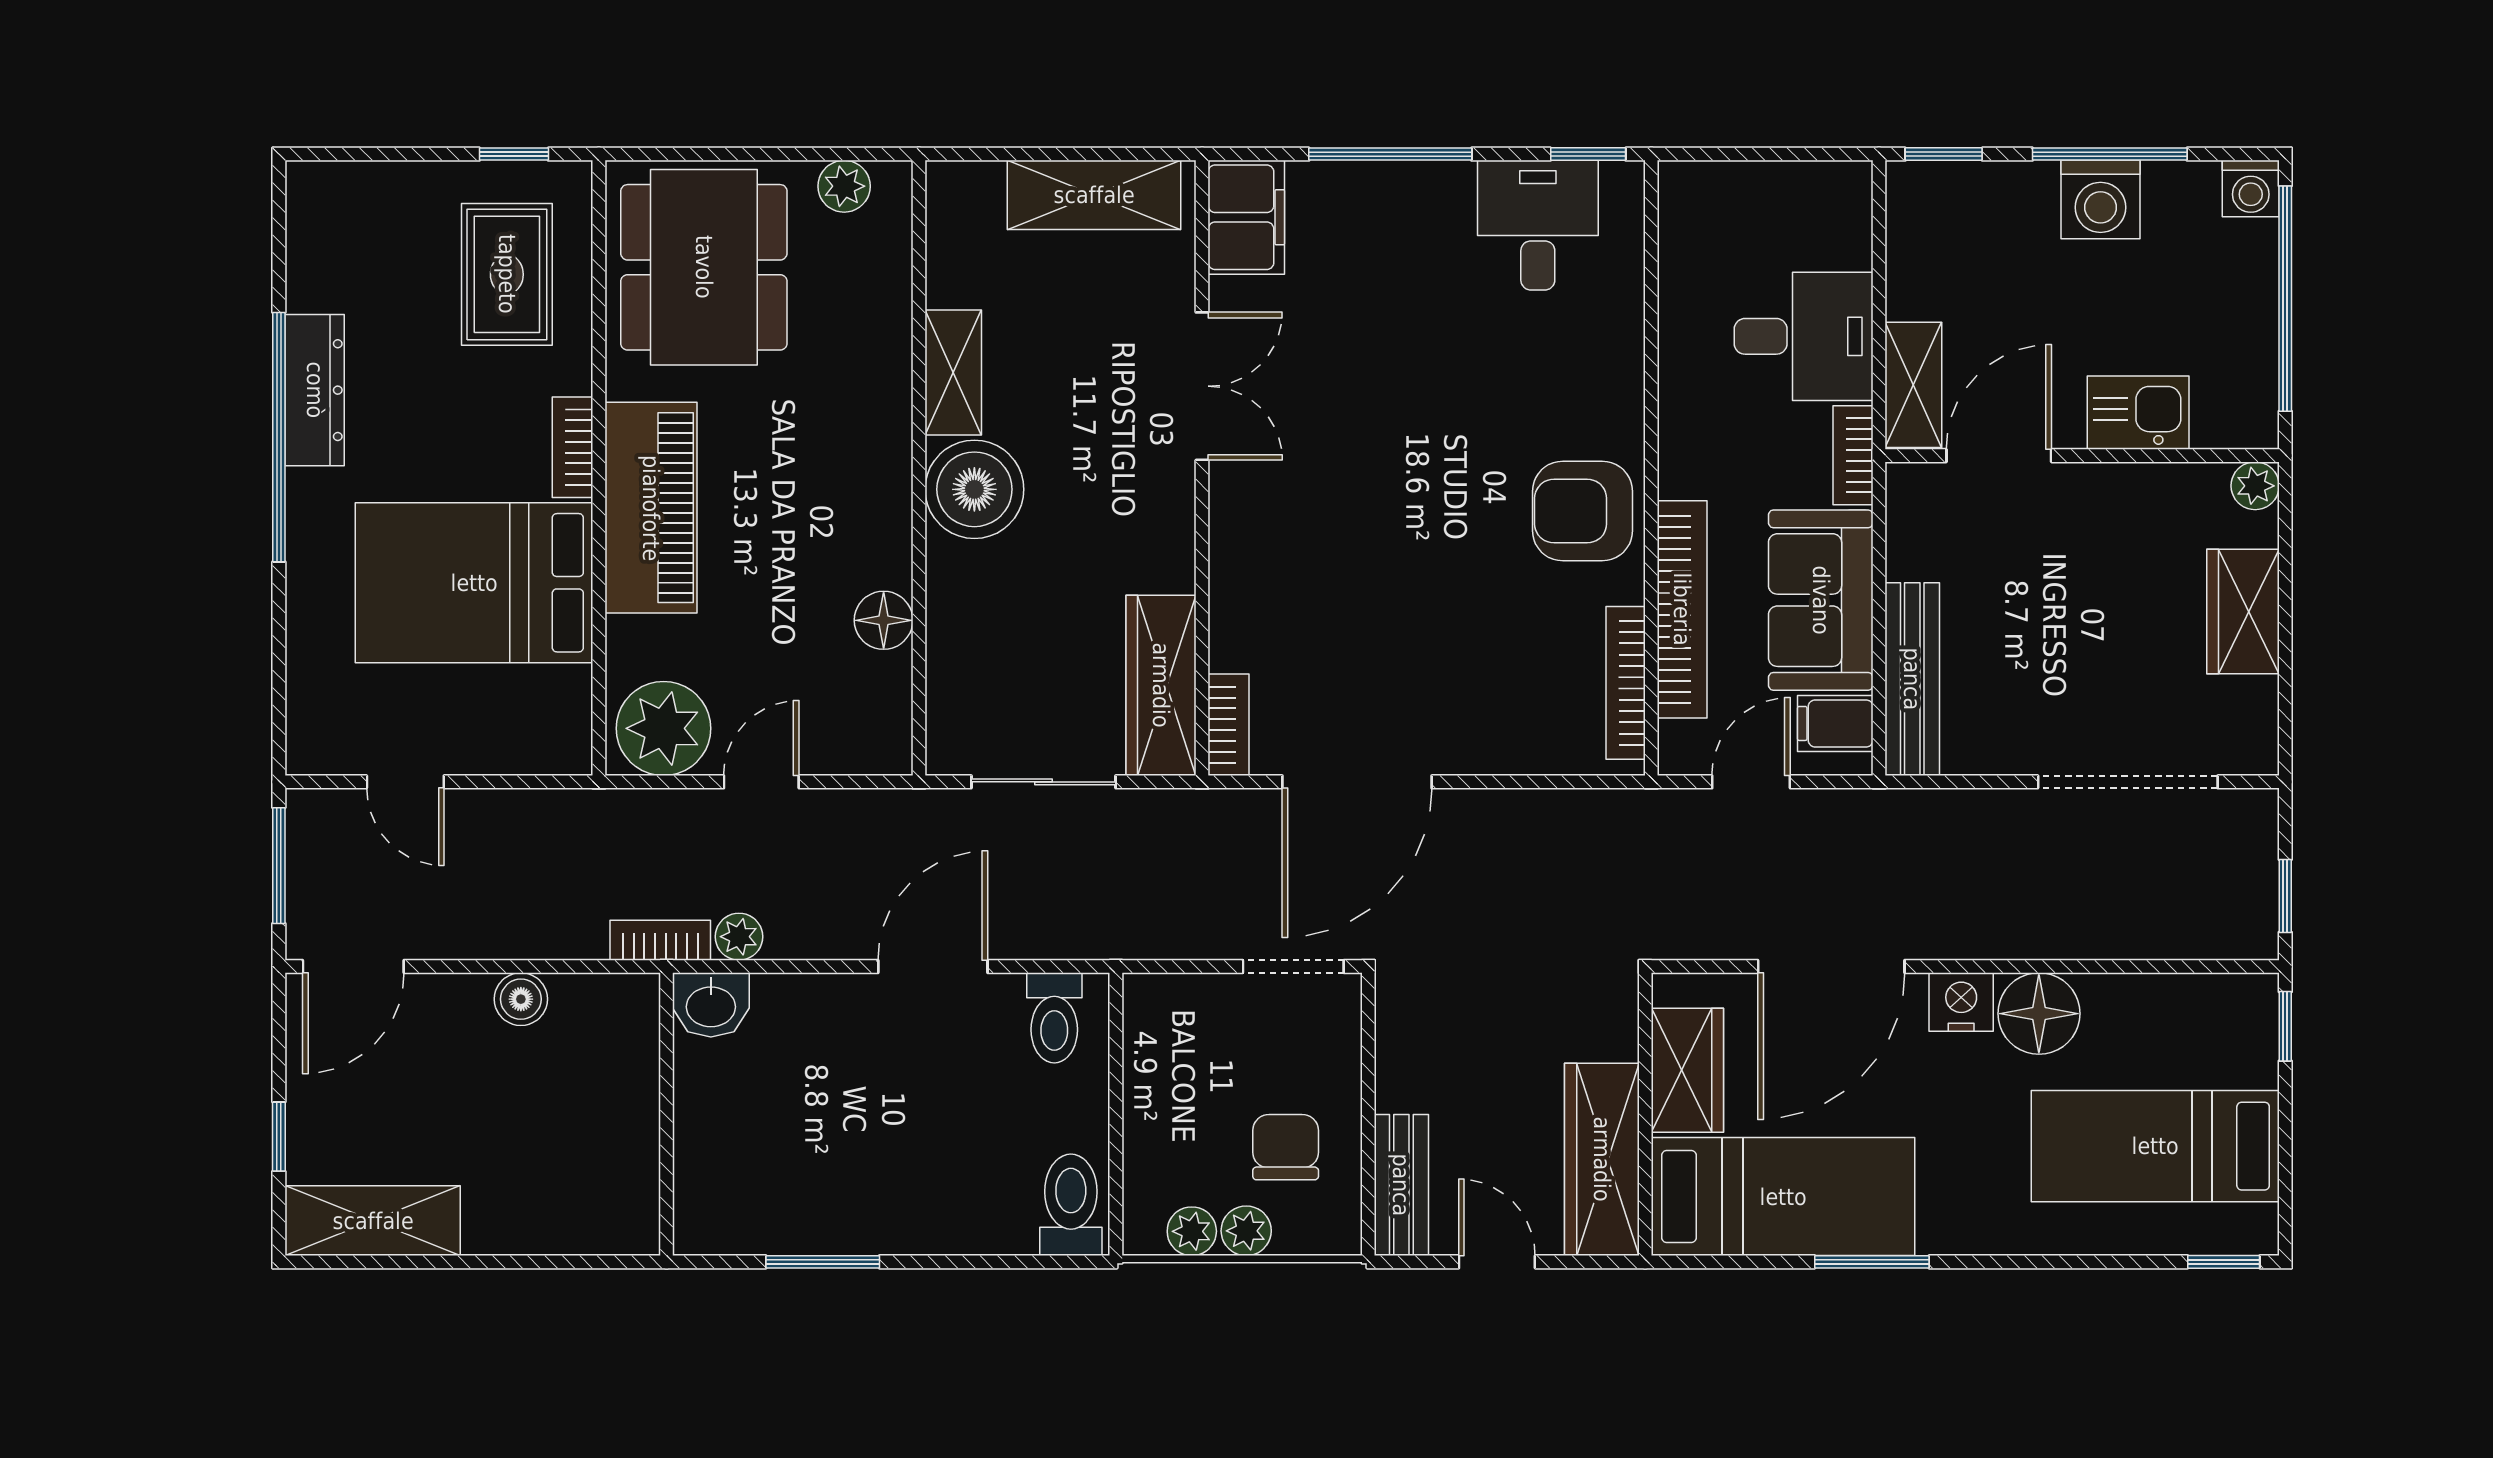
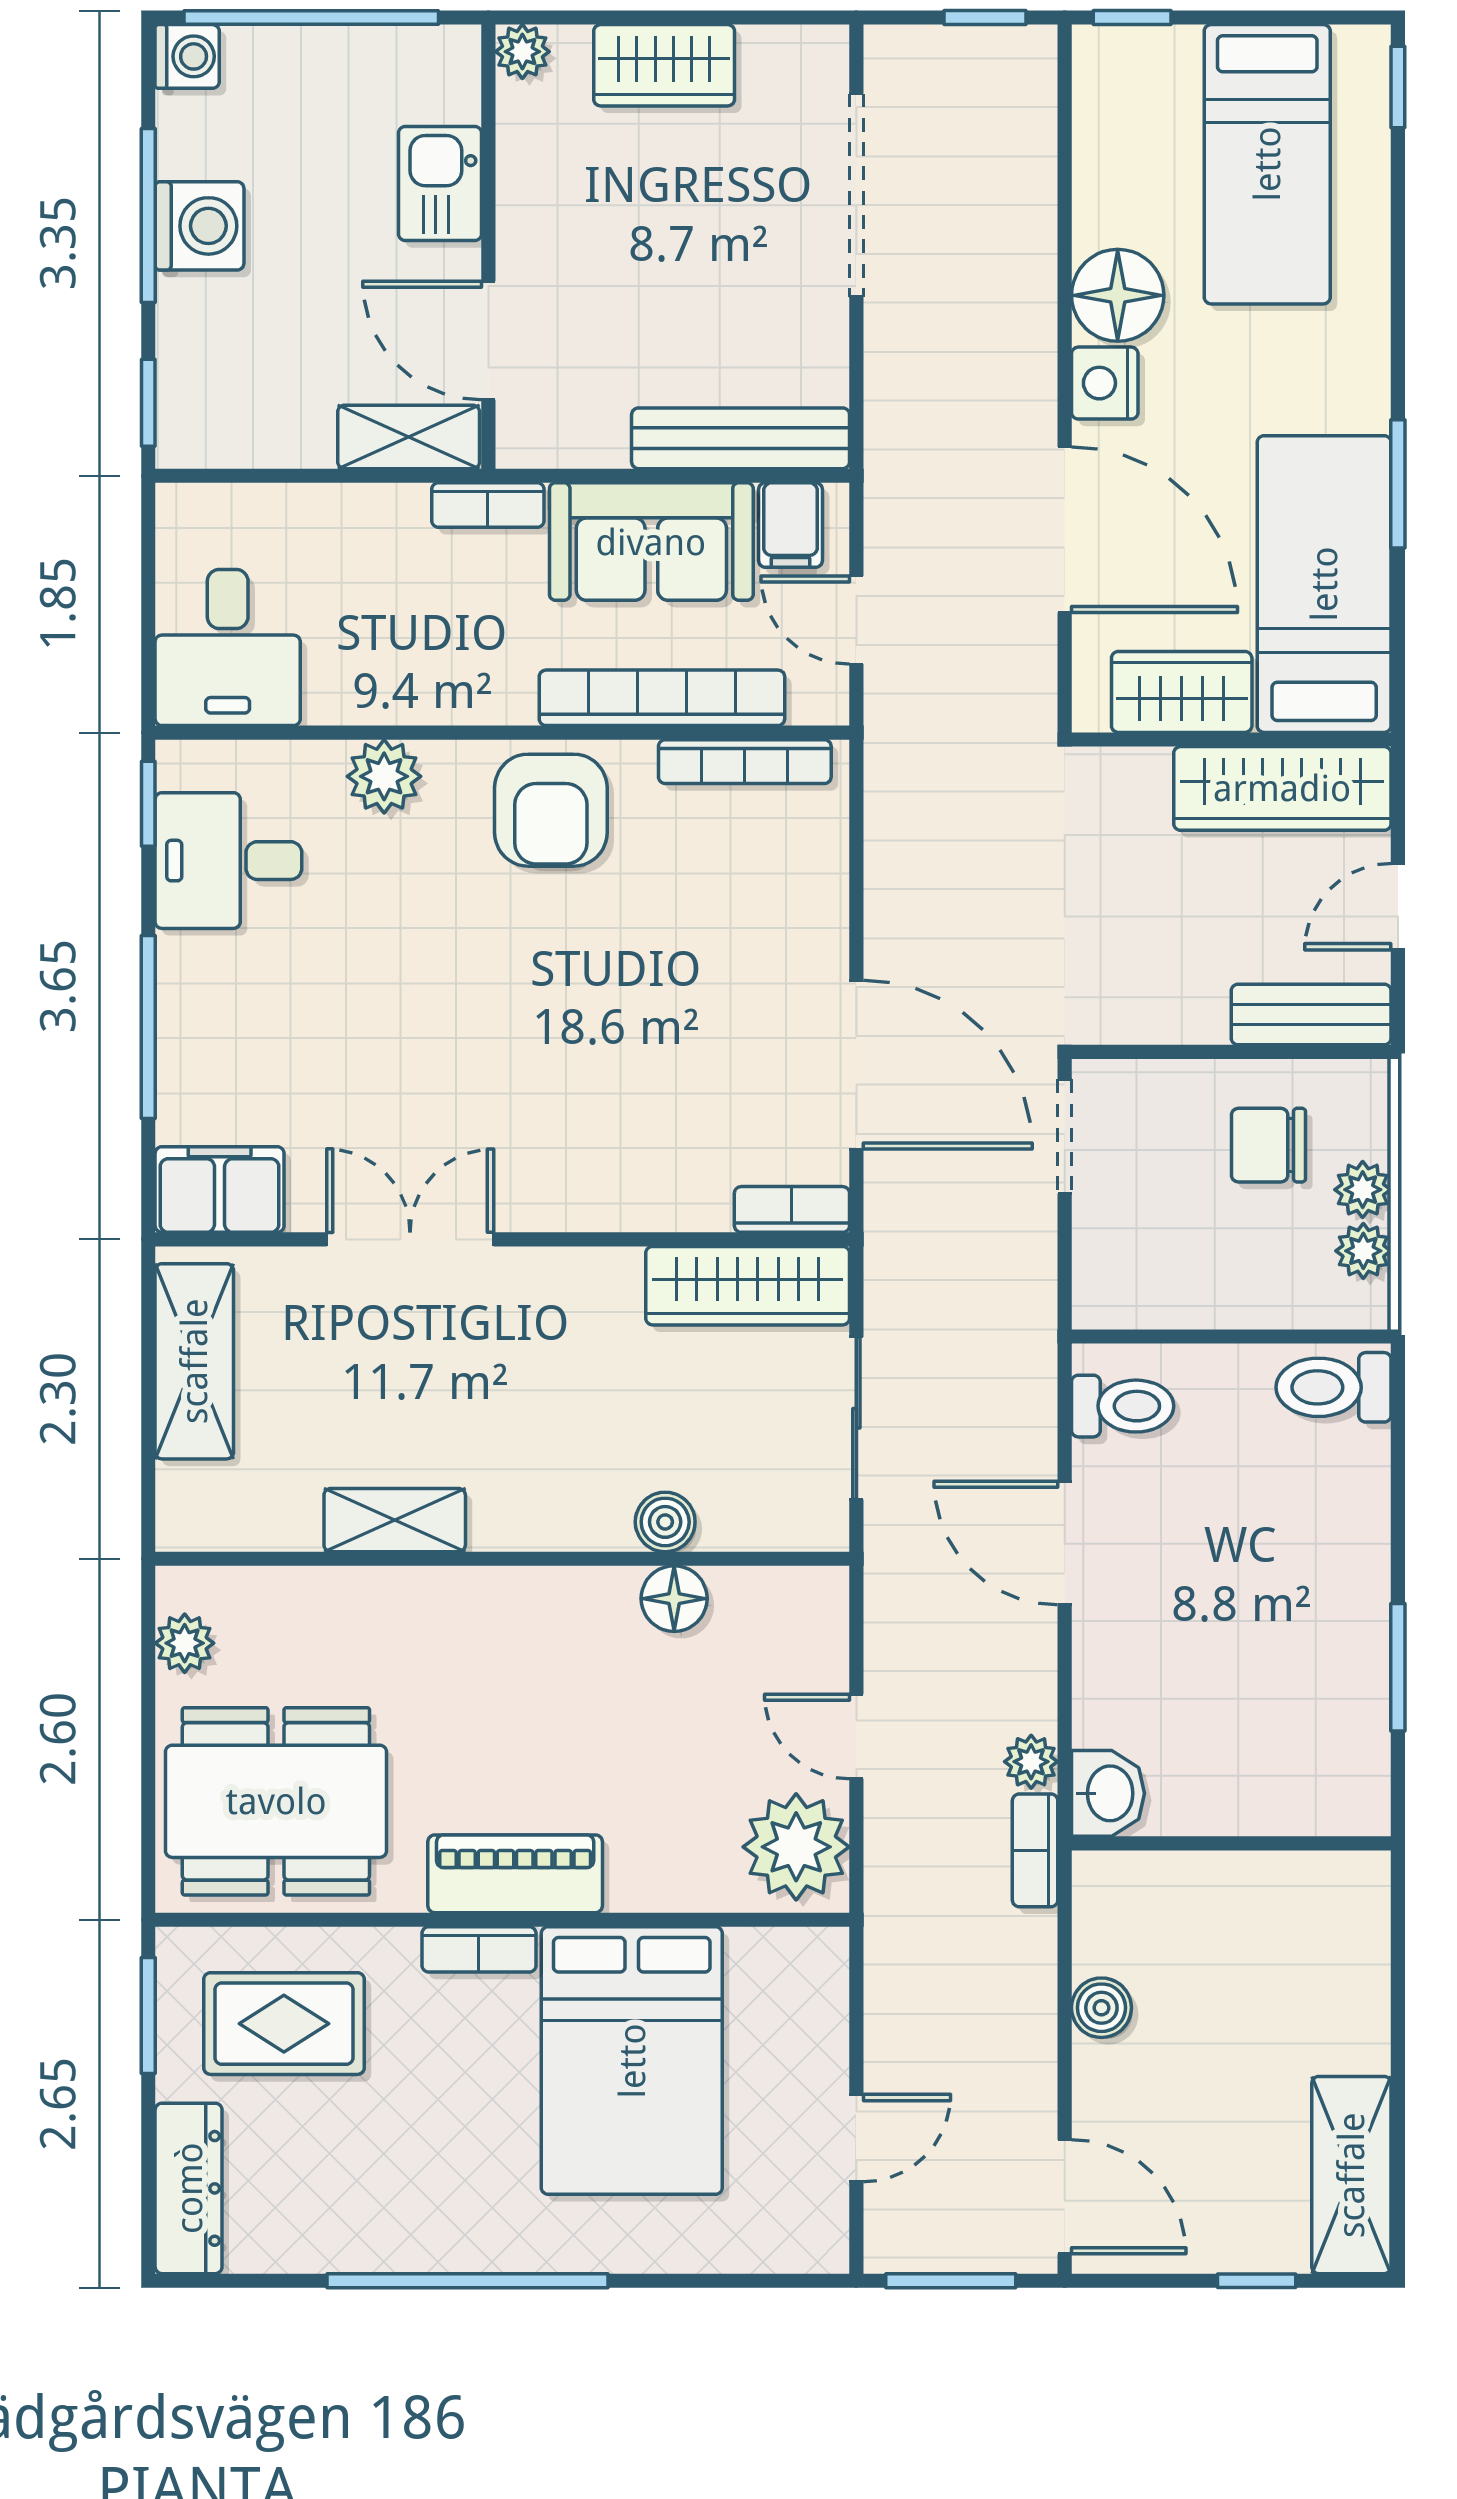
window: (514, 154) -> (148, 2016), width x1.50
desk: (1804, 336) -> (228, 647), moved, turned 180
plant: (1613, 363) -> (384, 776), added
dresser: (315, 390) -> (189, 2188), moved, turned 90
boiler: (974, 489) -> (665, 1522), moved, width x0.54, depth x0.54
piano: (651, 508) -> (515, 1874), width x0.73, depth x0.75

